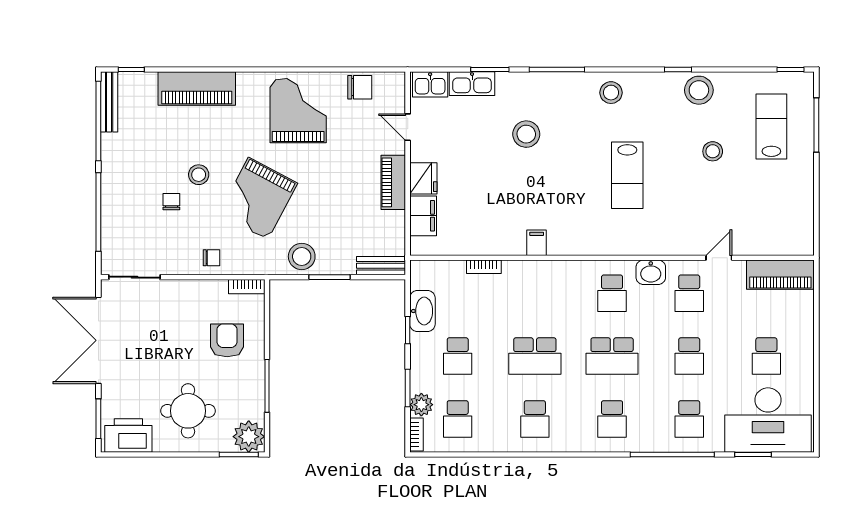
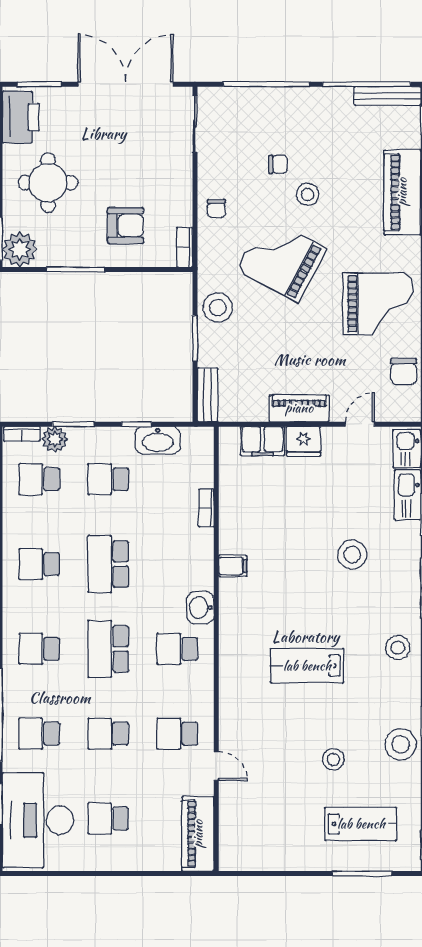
washbasin: (651, 272) -> (200, 608), moved

